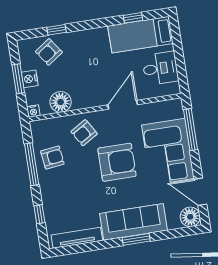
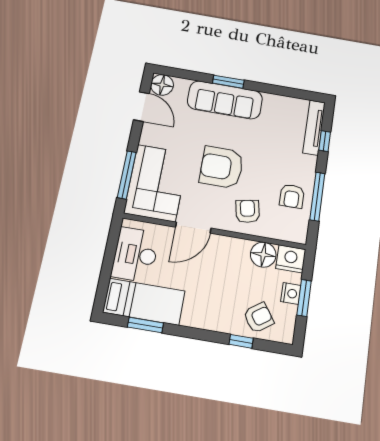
window: (133, 18) -> (145, 325), width x1.50
desk: (160, 68) -> (135, 255), width x1.37
nightstand: (33, 111) -> (291, 259), width x1.89, depth x1.79
armchair: (84, 133) -> (248, 211), turned -70
corner sofa: (168, 152) -> (156, 183), moved
armchair: (52, 158) -> (292, 196), turned -83
tv unit: (77, 238) -> (314, 128), moved, turned 90

